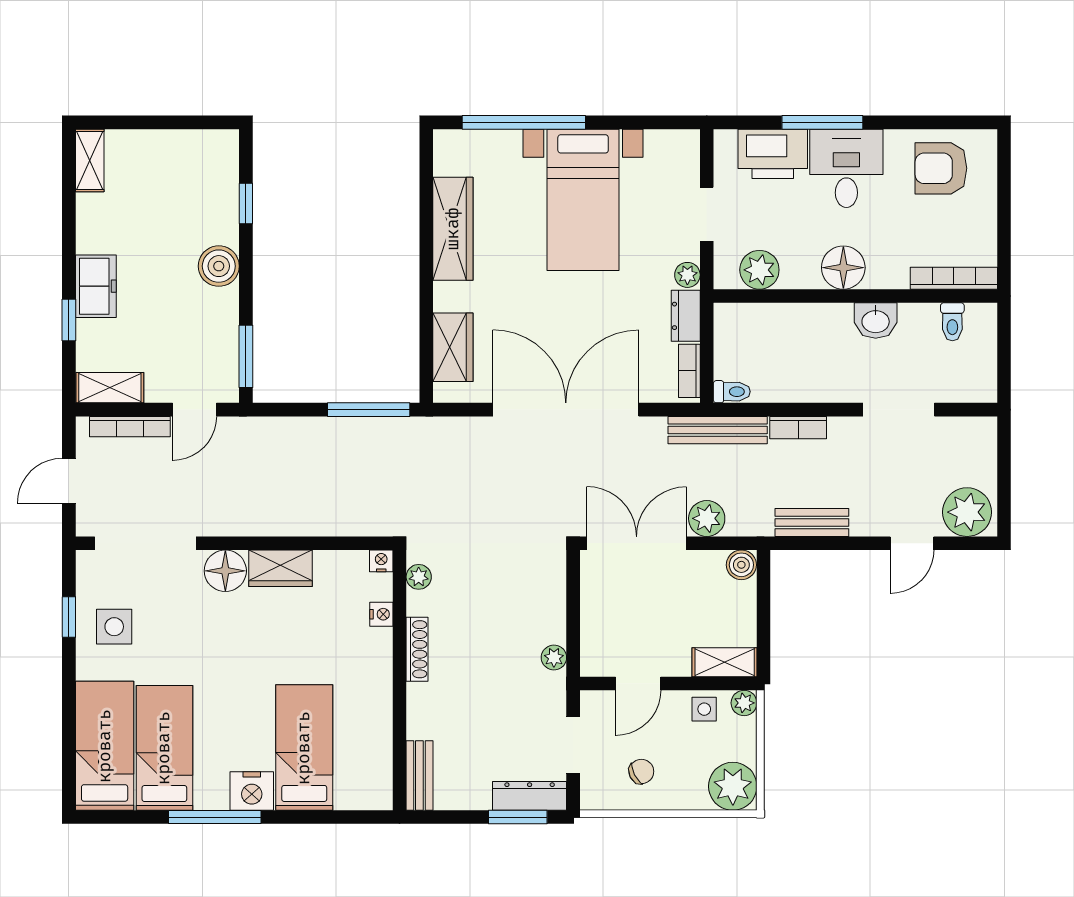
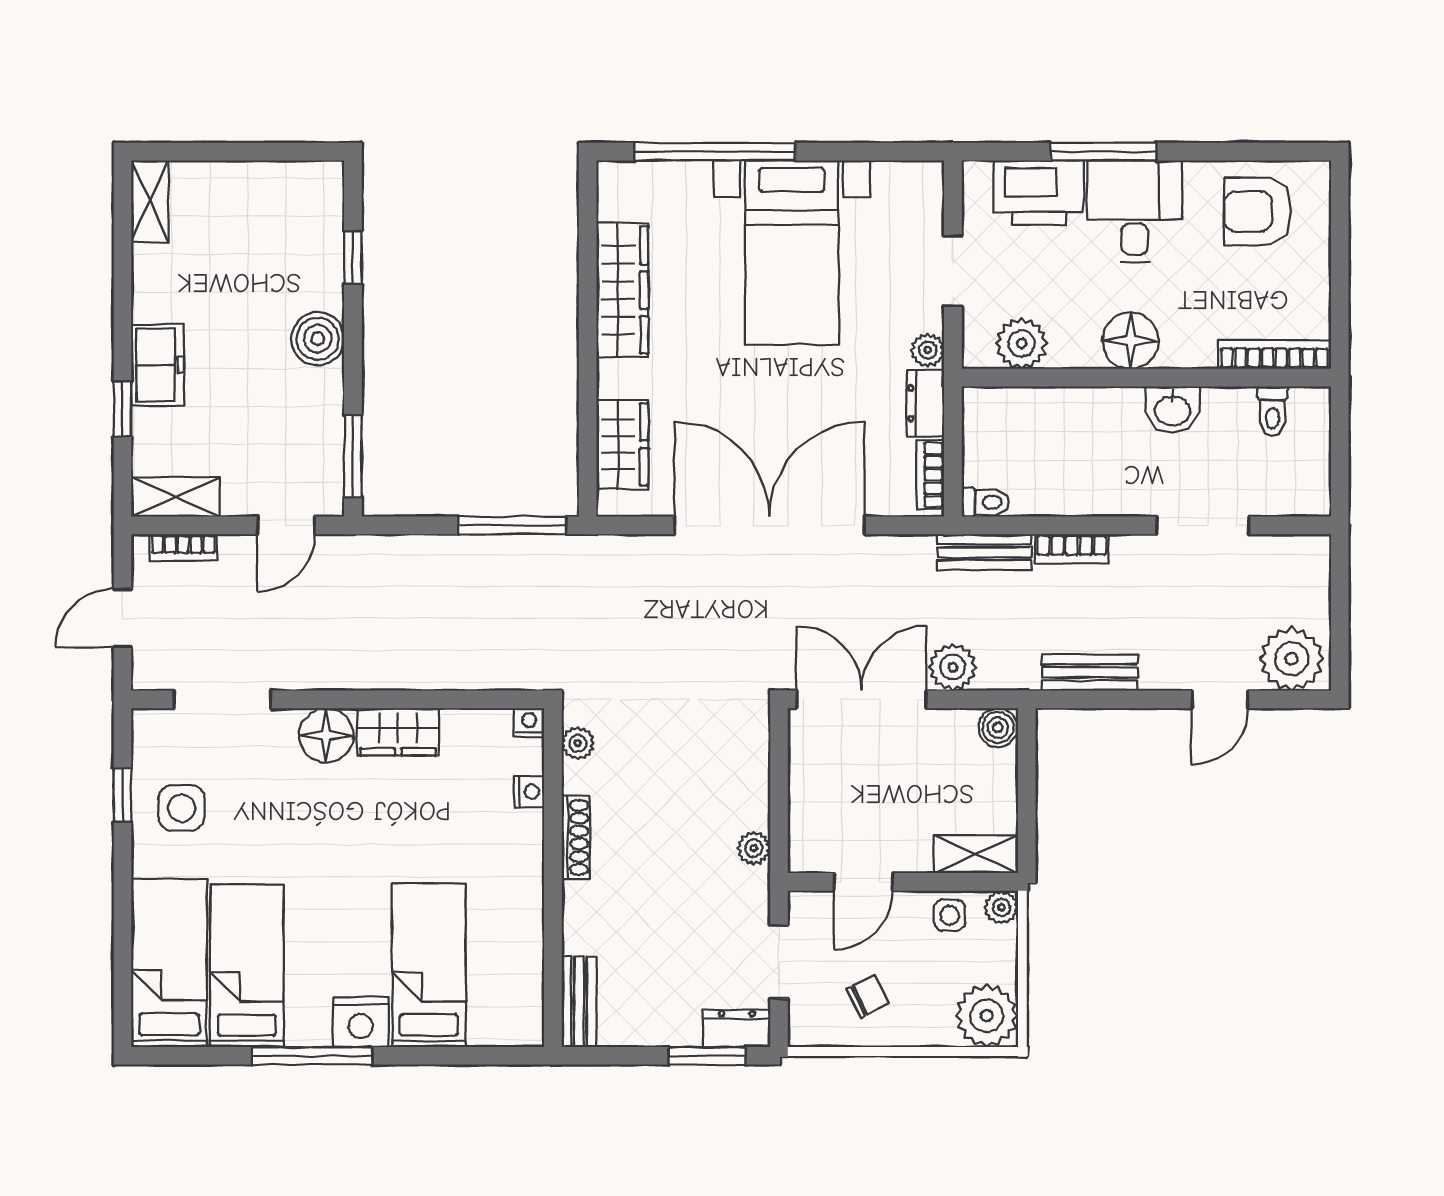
bookcase: (130, 427) -> (183, 548), width x0.64
bench: (718, 430) -> (984, 552), width x0.73
doorway: (145, 543) -> (222, 699), width x0.73
dresser: (530, 796) -> (737, 1028), width x0.70

